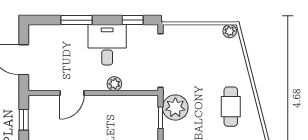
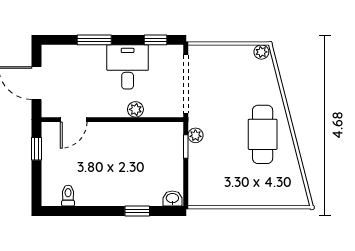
door: (72, 93) -> (74, 120), moved
cafe table: (231, 107) -> (263, 134), width x1.37, depth x1.35
plant: (175, 108) -> (195, 135), width x0.53, depth x0.53

